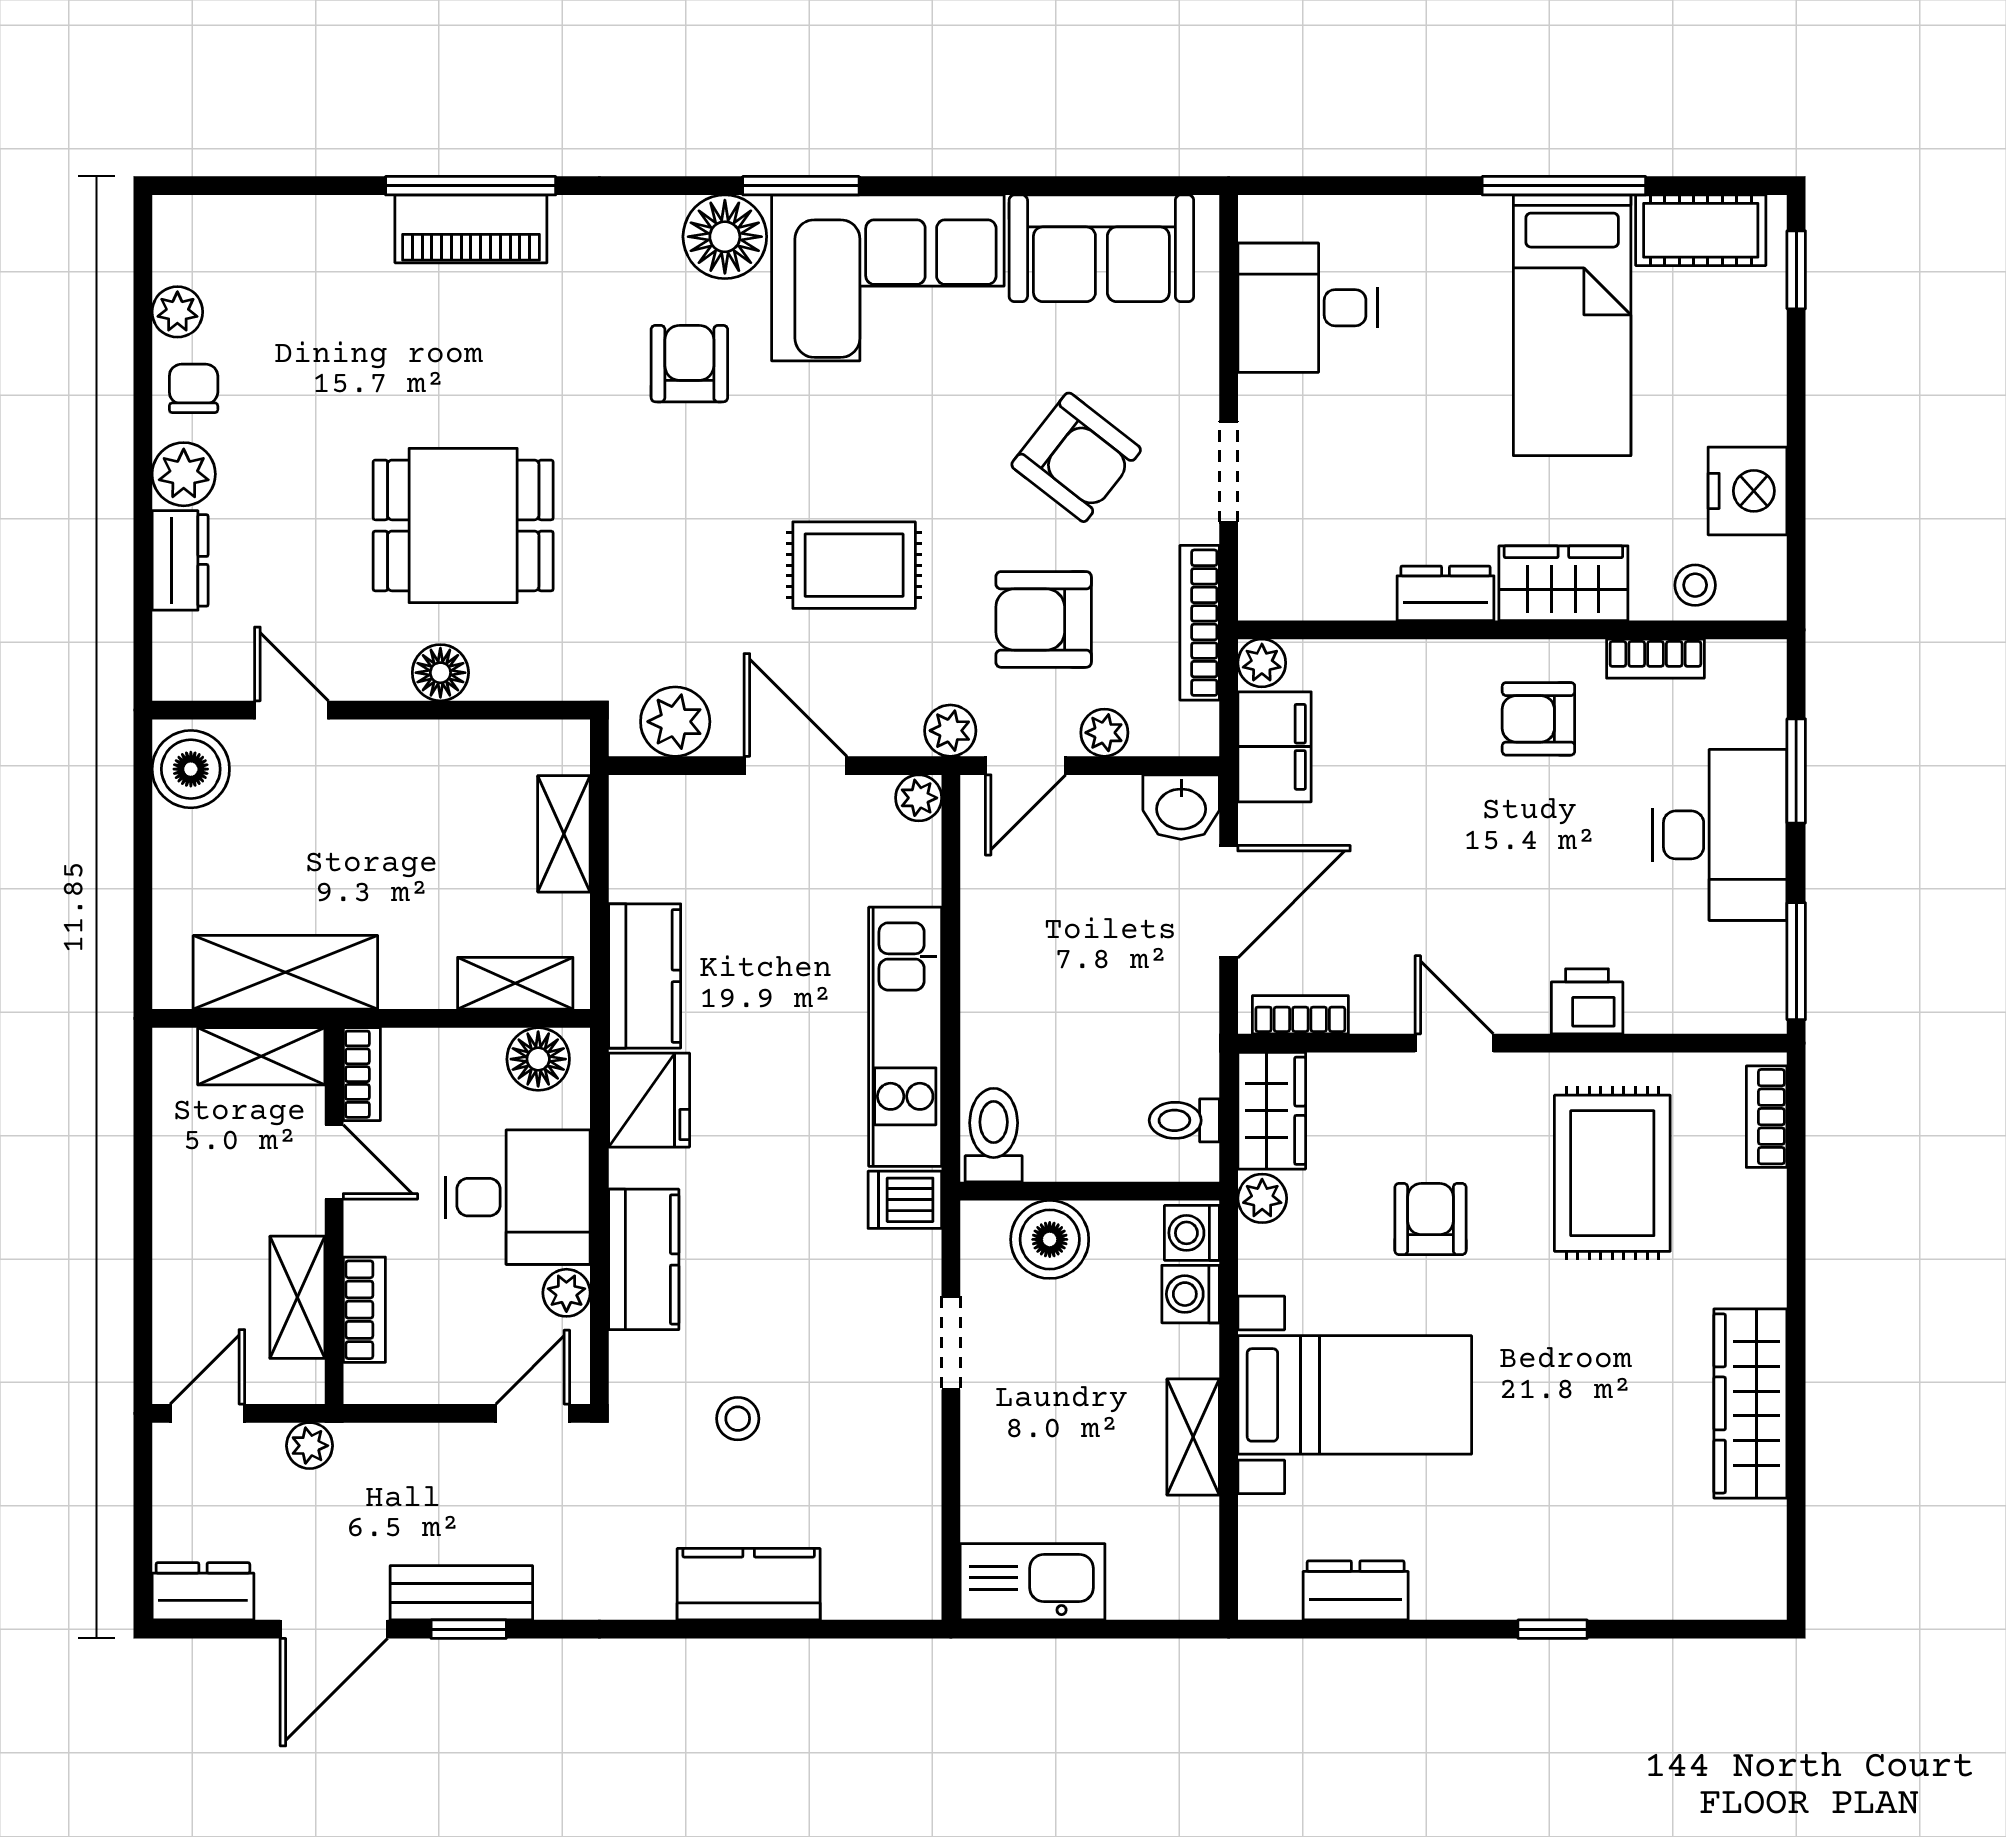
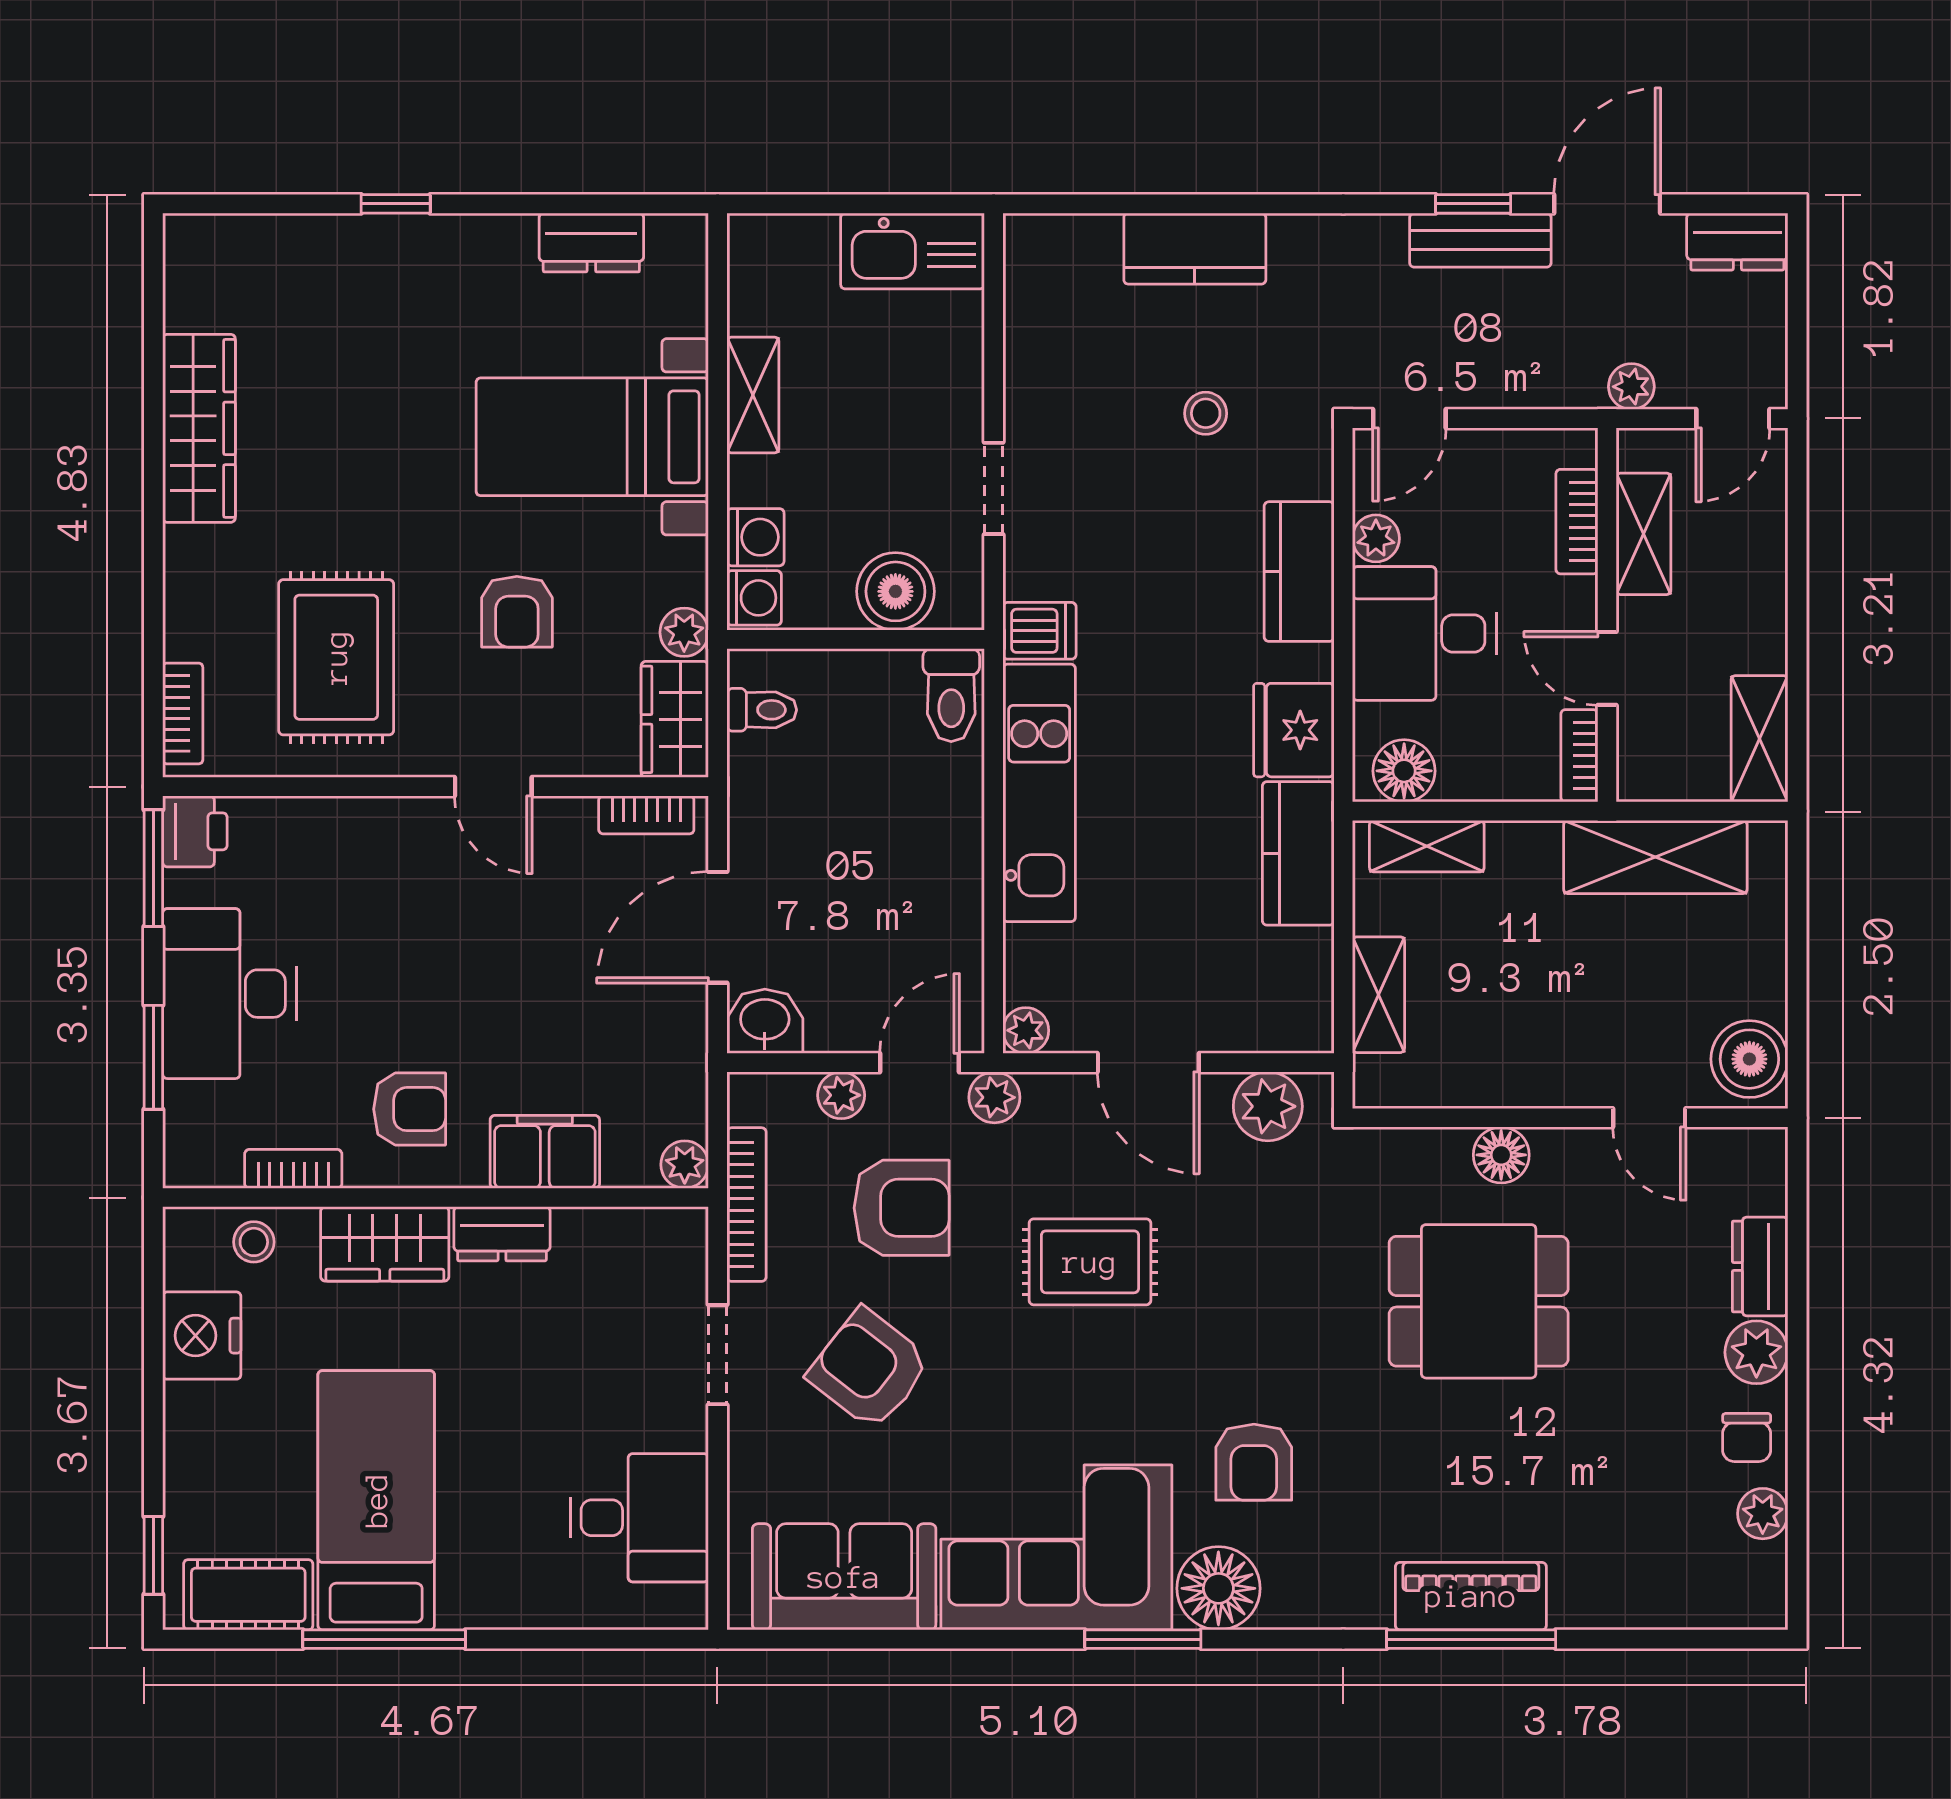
filing cabinet: (1275, 747) -> (545, 1152), moved, turned 90
printer: (1587, 1001) -> (195, 831), moved, turned -90
shelving: (261, 1056) -> (1759, 739), moved, turned 90

